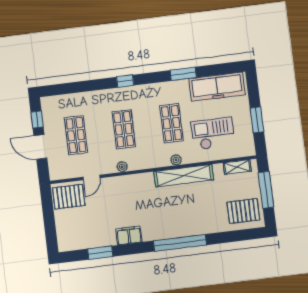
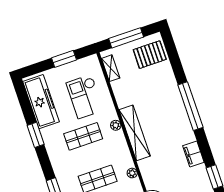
shelving: (184, 176) -> (135, 133), moved
pallet: (243, 211) -> (150, 55), turned 90

